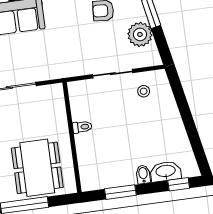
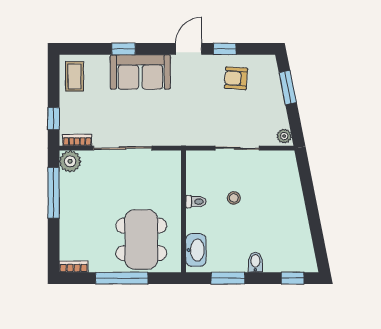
plant: (140, 34) -> (284, 136), moved, width x0.53, depth x0.53
stool: (144, 91) -> (234, 198), moved
washbasin: (166, 171) -> (196, 250), moved, turned 90

